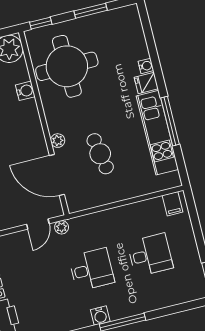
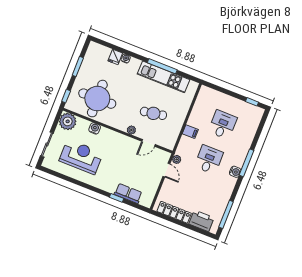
fridge: (146, 83) -> (115, 57), moved
door: (57, 175) -> (149, 143), width x0.53
filing cabinet: (172, 204) -> (190, 132), moved

